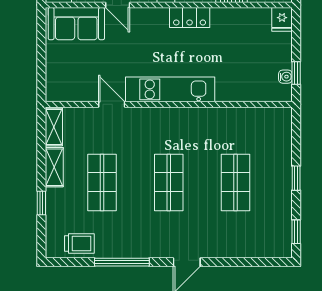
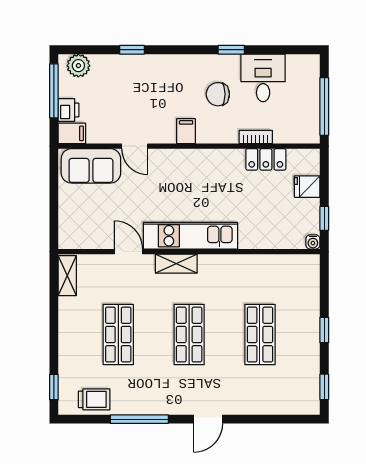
locker: (190, 17) -> (266, 159), moved
fridge: (282, 19) -> (307, 187), moved, turned 90
water cooler: (285, 77) -> (313, 242), moved, turned 90
shelving: (54, 167) -> (176, 264), moved, turned 90
window: (41, 203) -> (54, 387), moved

